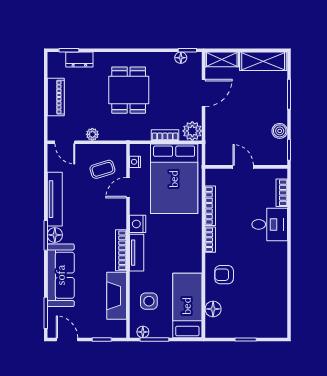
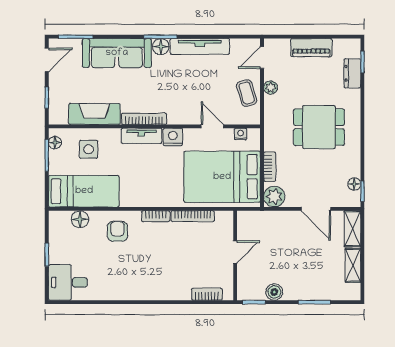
shelving: (263, 61) -> (353, 265), width x0.67, depth x0.75
coffee table: (102, 169) -> (247, 93), moved
desk: (270, 224) -> (68, 282), moved, turned 90

